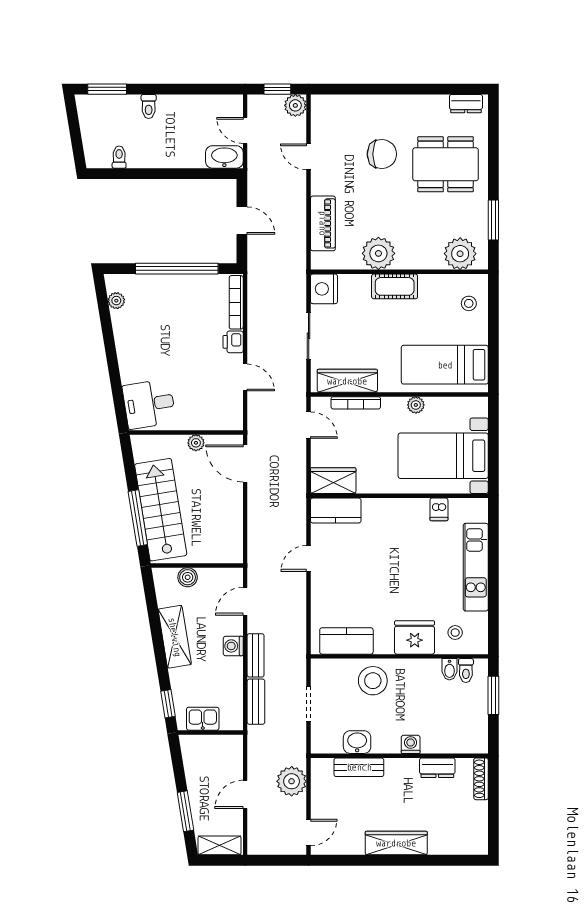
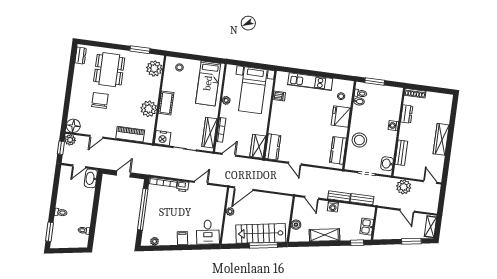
floor lamp: (324, 108) -> (73, 126), added
filing cabinet: (130, 355) -> (182, 238), added
washbasin: (357, 742) -> (387, 164), moved

